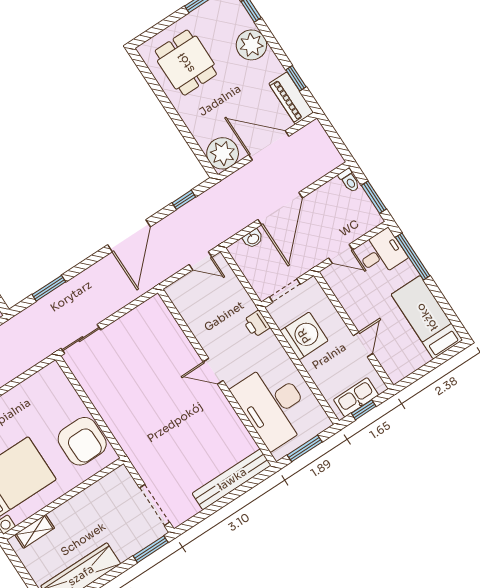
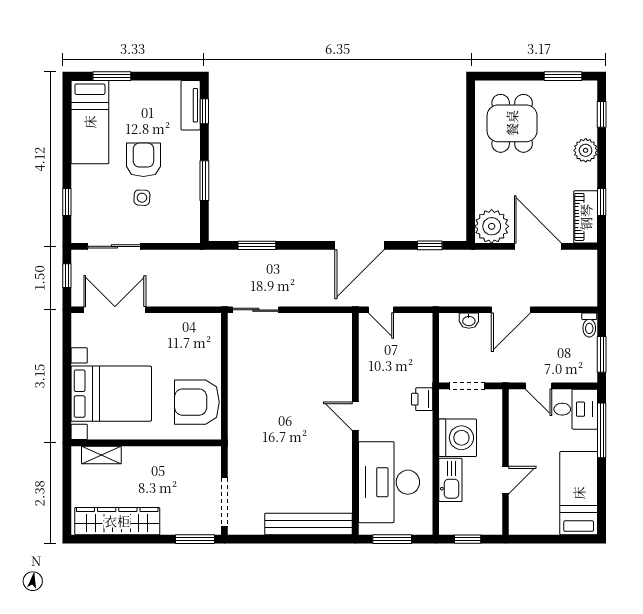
plant: (251, 45) -> (586, 150), width x0.73, depth x0.73
door: (280, 209) -> (511, 310), width x0.73
door: (200, 261) -> (381, 310), moved
kitchen sink: (356, 397) -> (450, 480), moved, turned 90
armchair: (82, 441) -> (197, 402), turned 90

